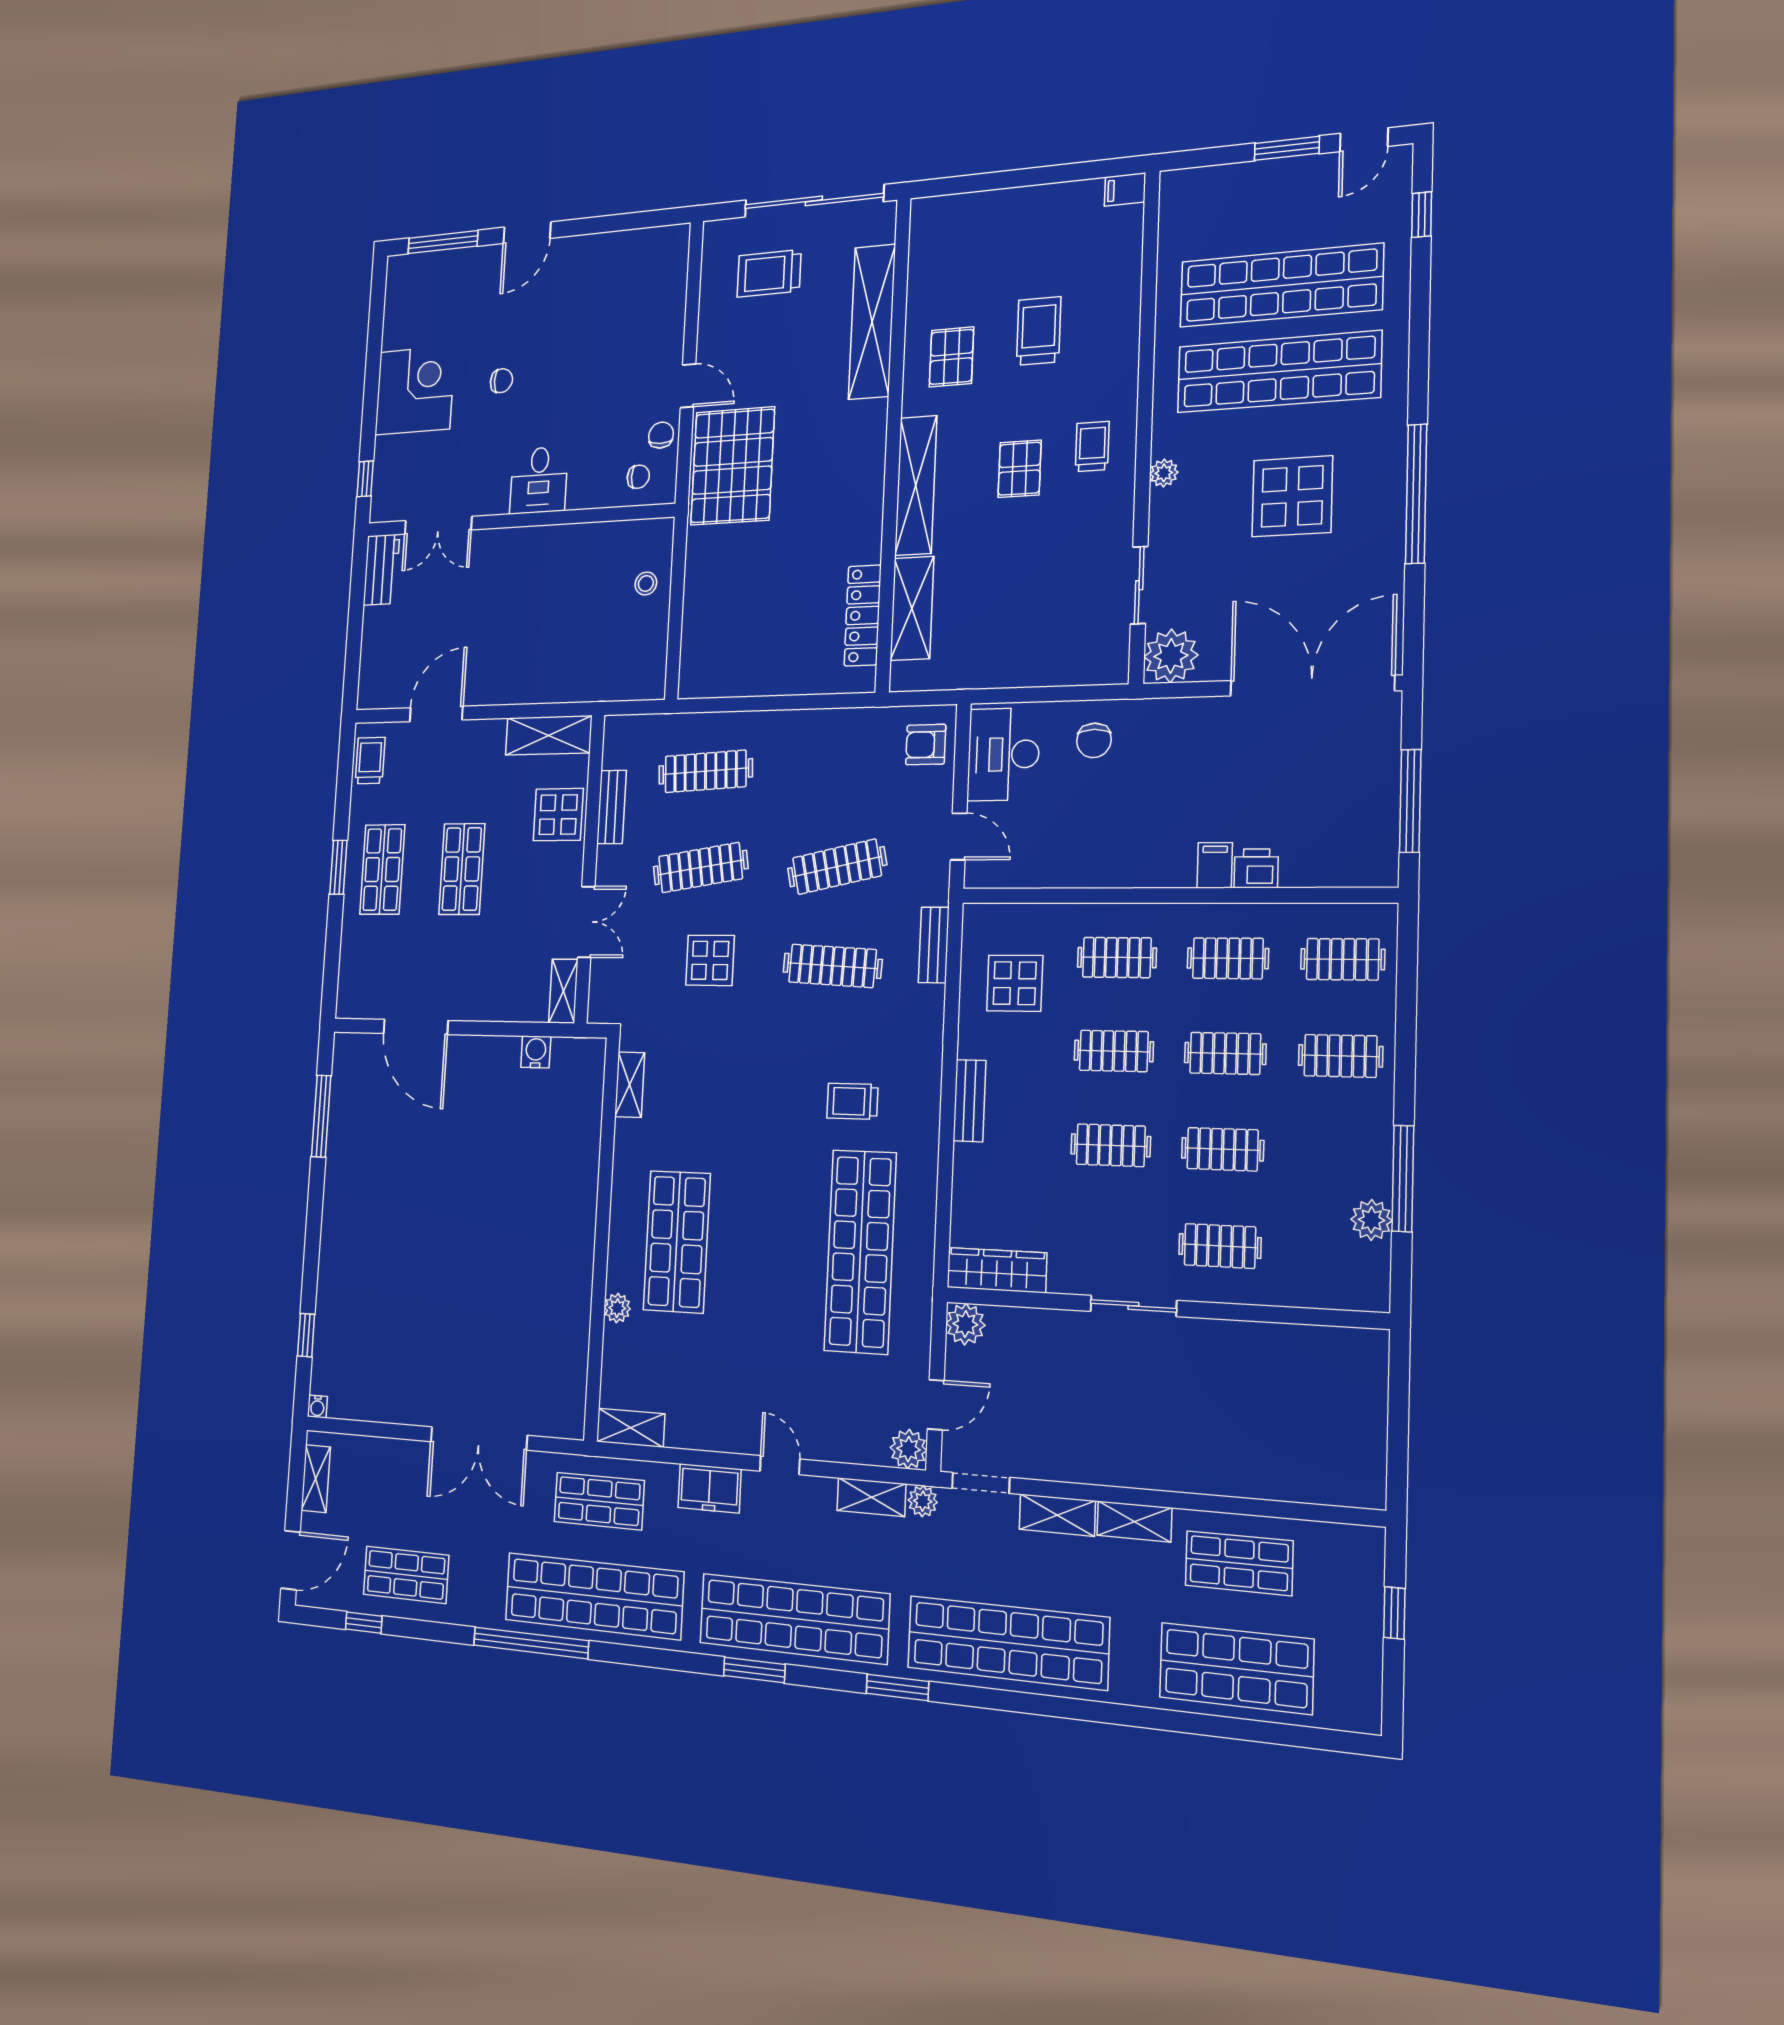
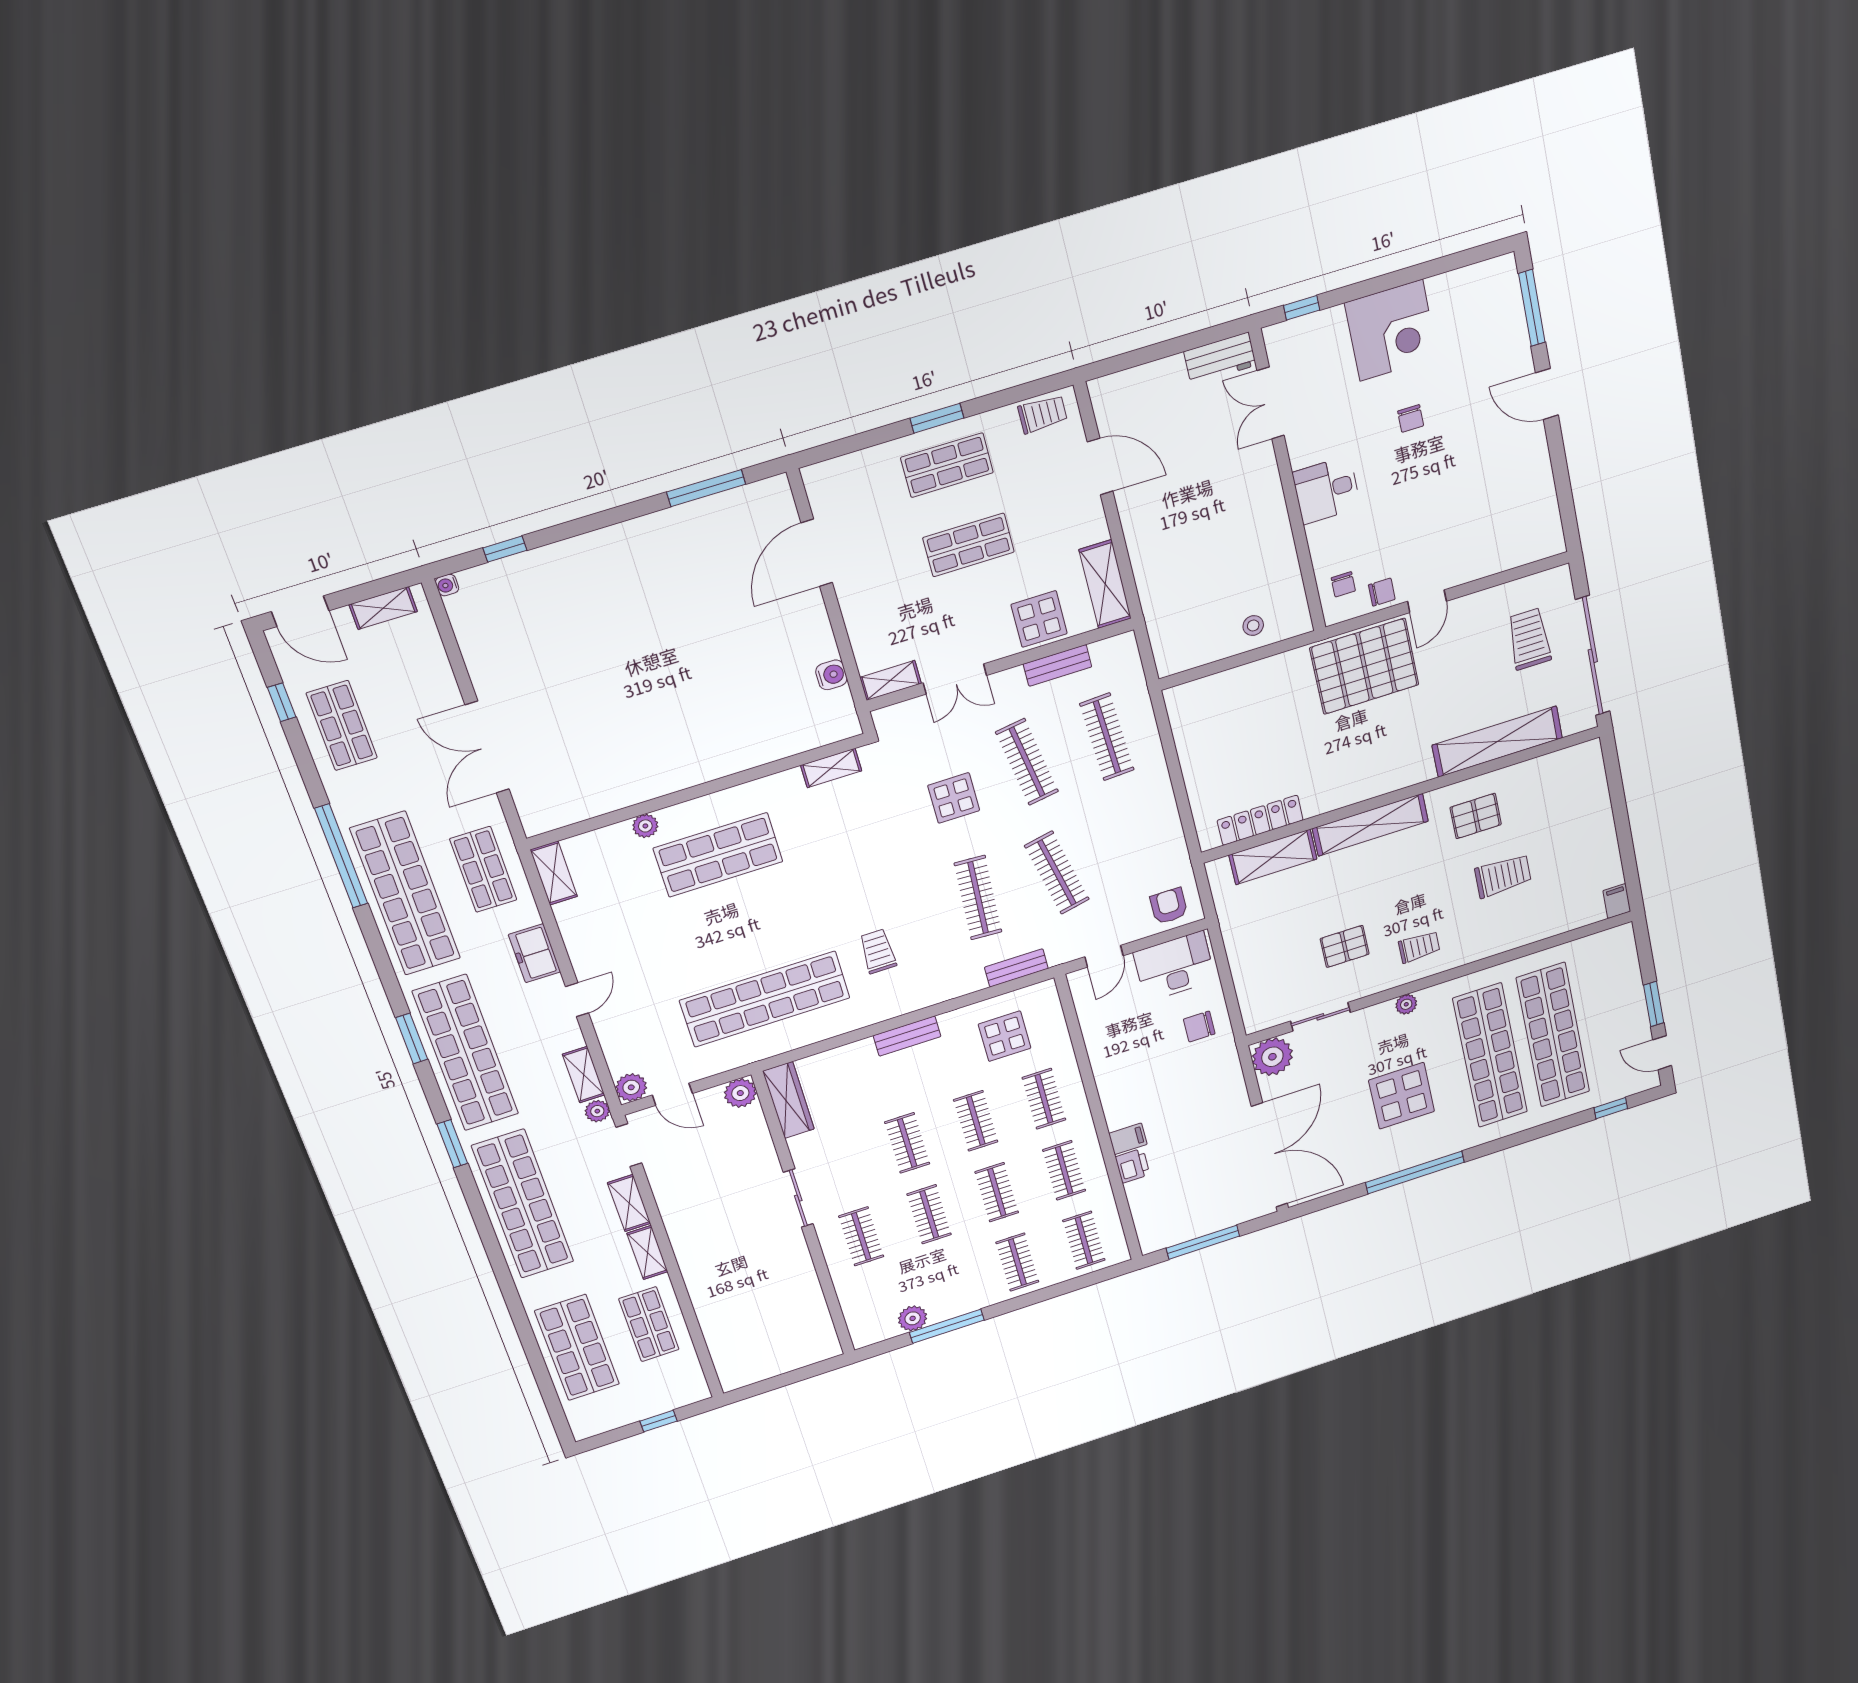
pallet: (1020, 469) -> (1345, 946), moved

